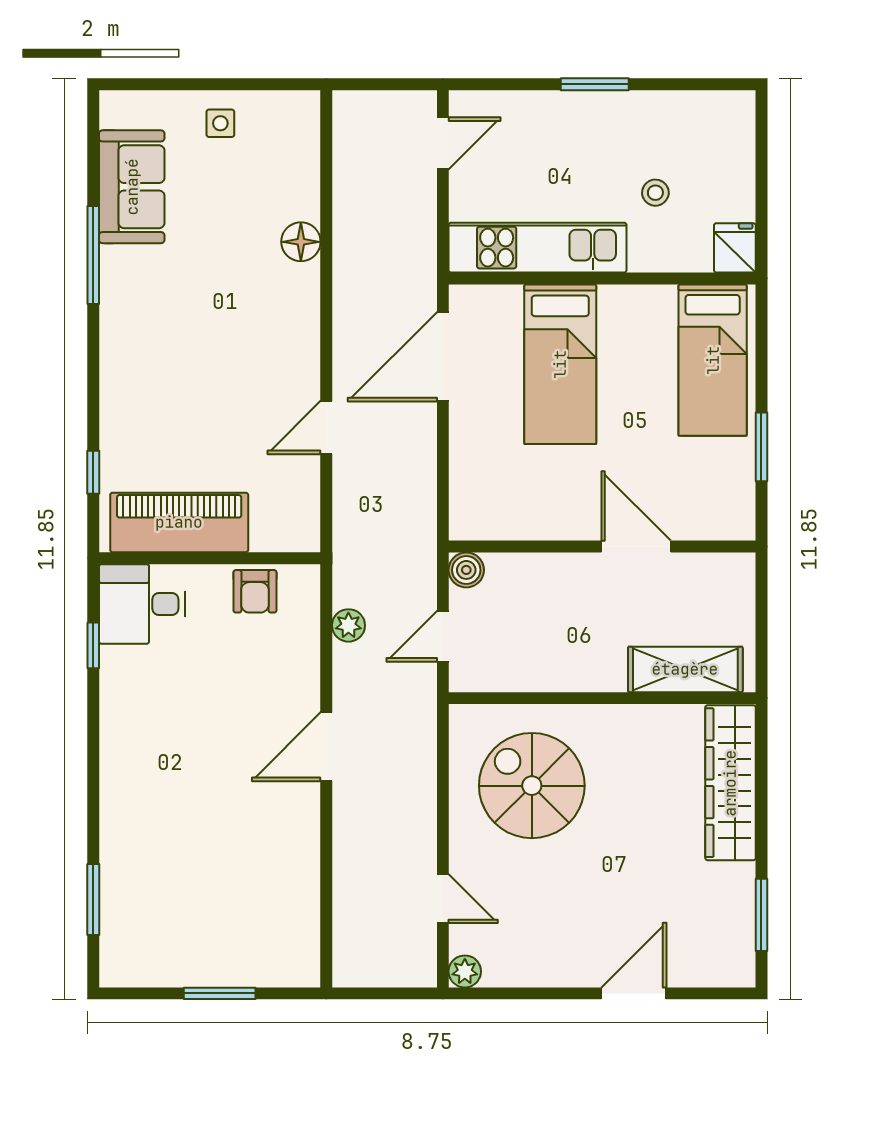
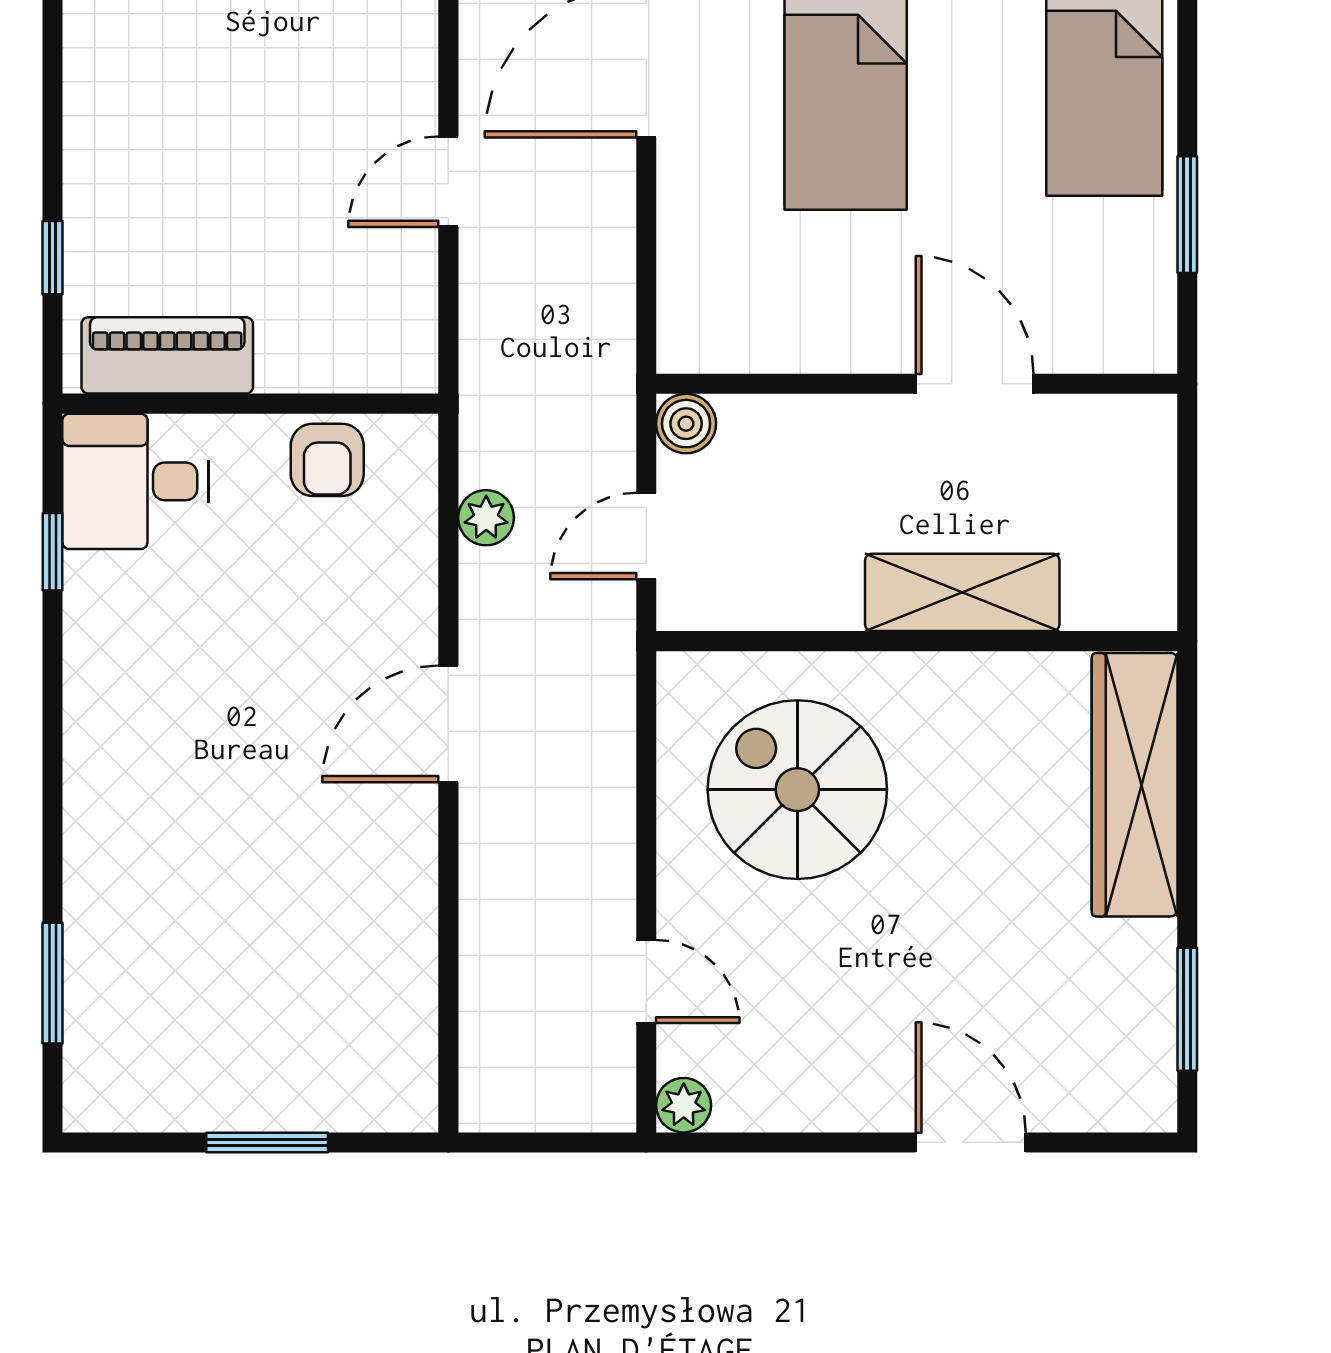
piano: (179, 522) -> (167, 355), width x0.73, depth x0.75
shelving: (685, 669) -> (962, 592), moved
door: (634, 993) -> (971, 1142), hinge flipped

